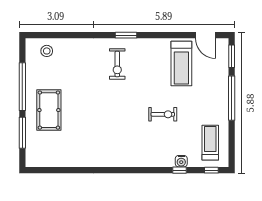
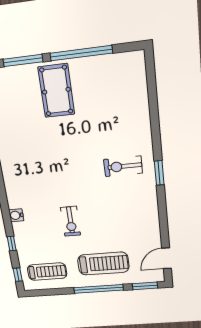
stool: (47, 51) -> (130, 79), removed
treadmill: (181, 63) -> (103, 264), moved, turned 180
pool table: (49, 110) -> (56, 91), turned 90
water cooler: (181, 161) -> (16, 215), moved

